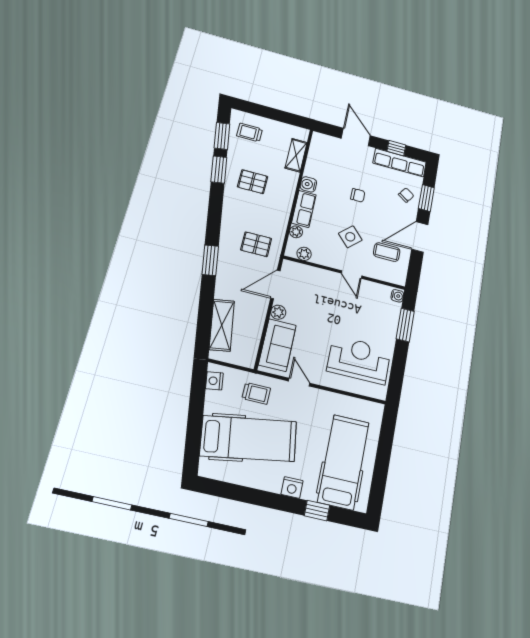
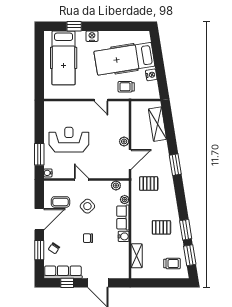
sofa: (277, 345) -> (120, 120), removed
reception desk: (359, 360) -> (69, 140), moved, turned 180
nightstand: (214, 381) -> (151, 75), moved

